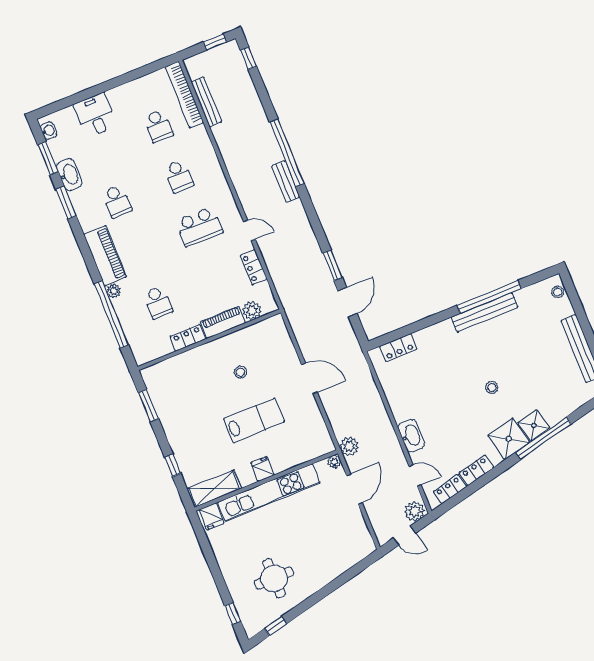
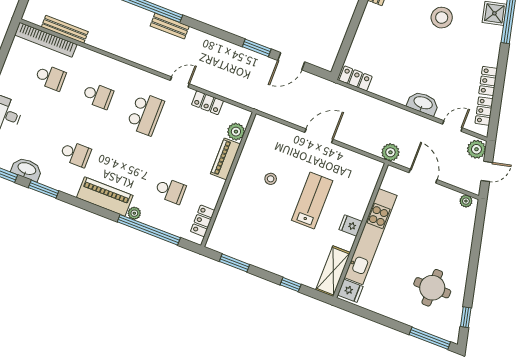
door: (347, 302) -> (291, 61), swing flipped
locker: (188, 338) -> (203, 221), moved
locker: (398, 348) -> (356, 78), moved, turned -90
stool: (492, 387) -> (442, 18), width x1.89, depth x1.89
shower: (509, 439) -> (487, 39), removed
plant: (334, 462) -> (466, 201), moved
window: (233, 613) -> (430, 338), width x2.17

